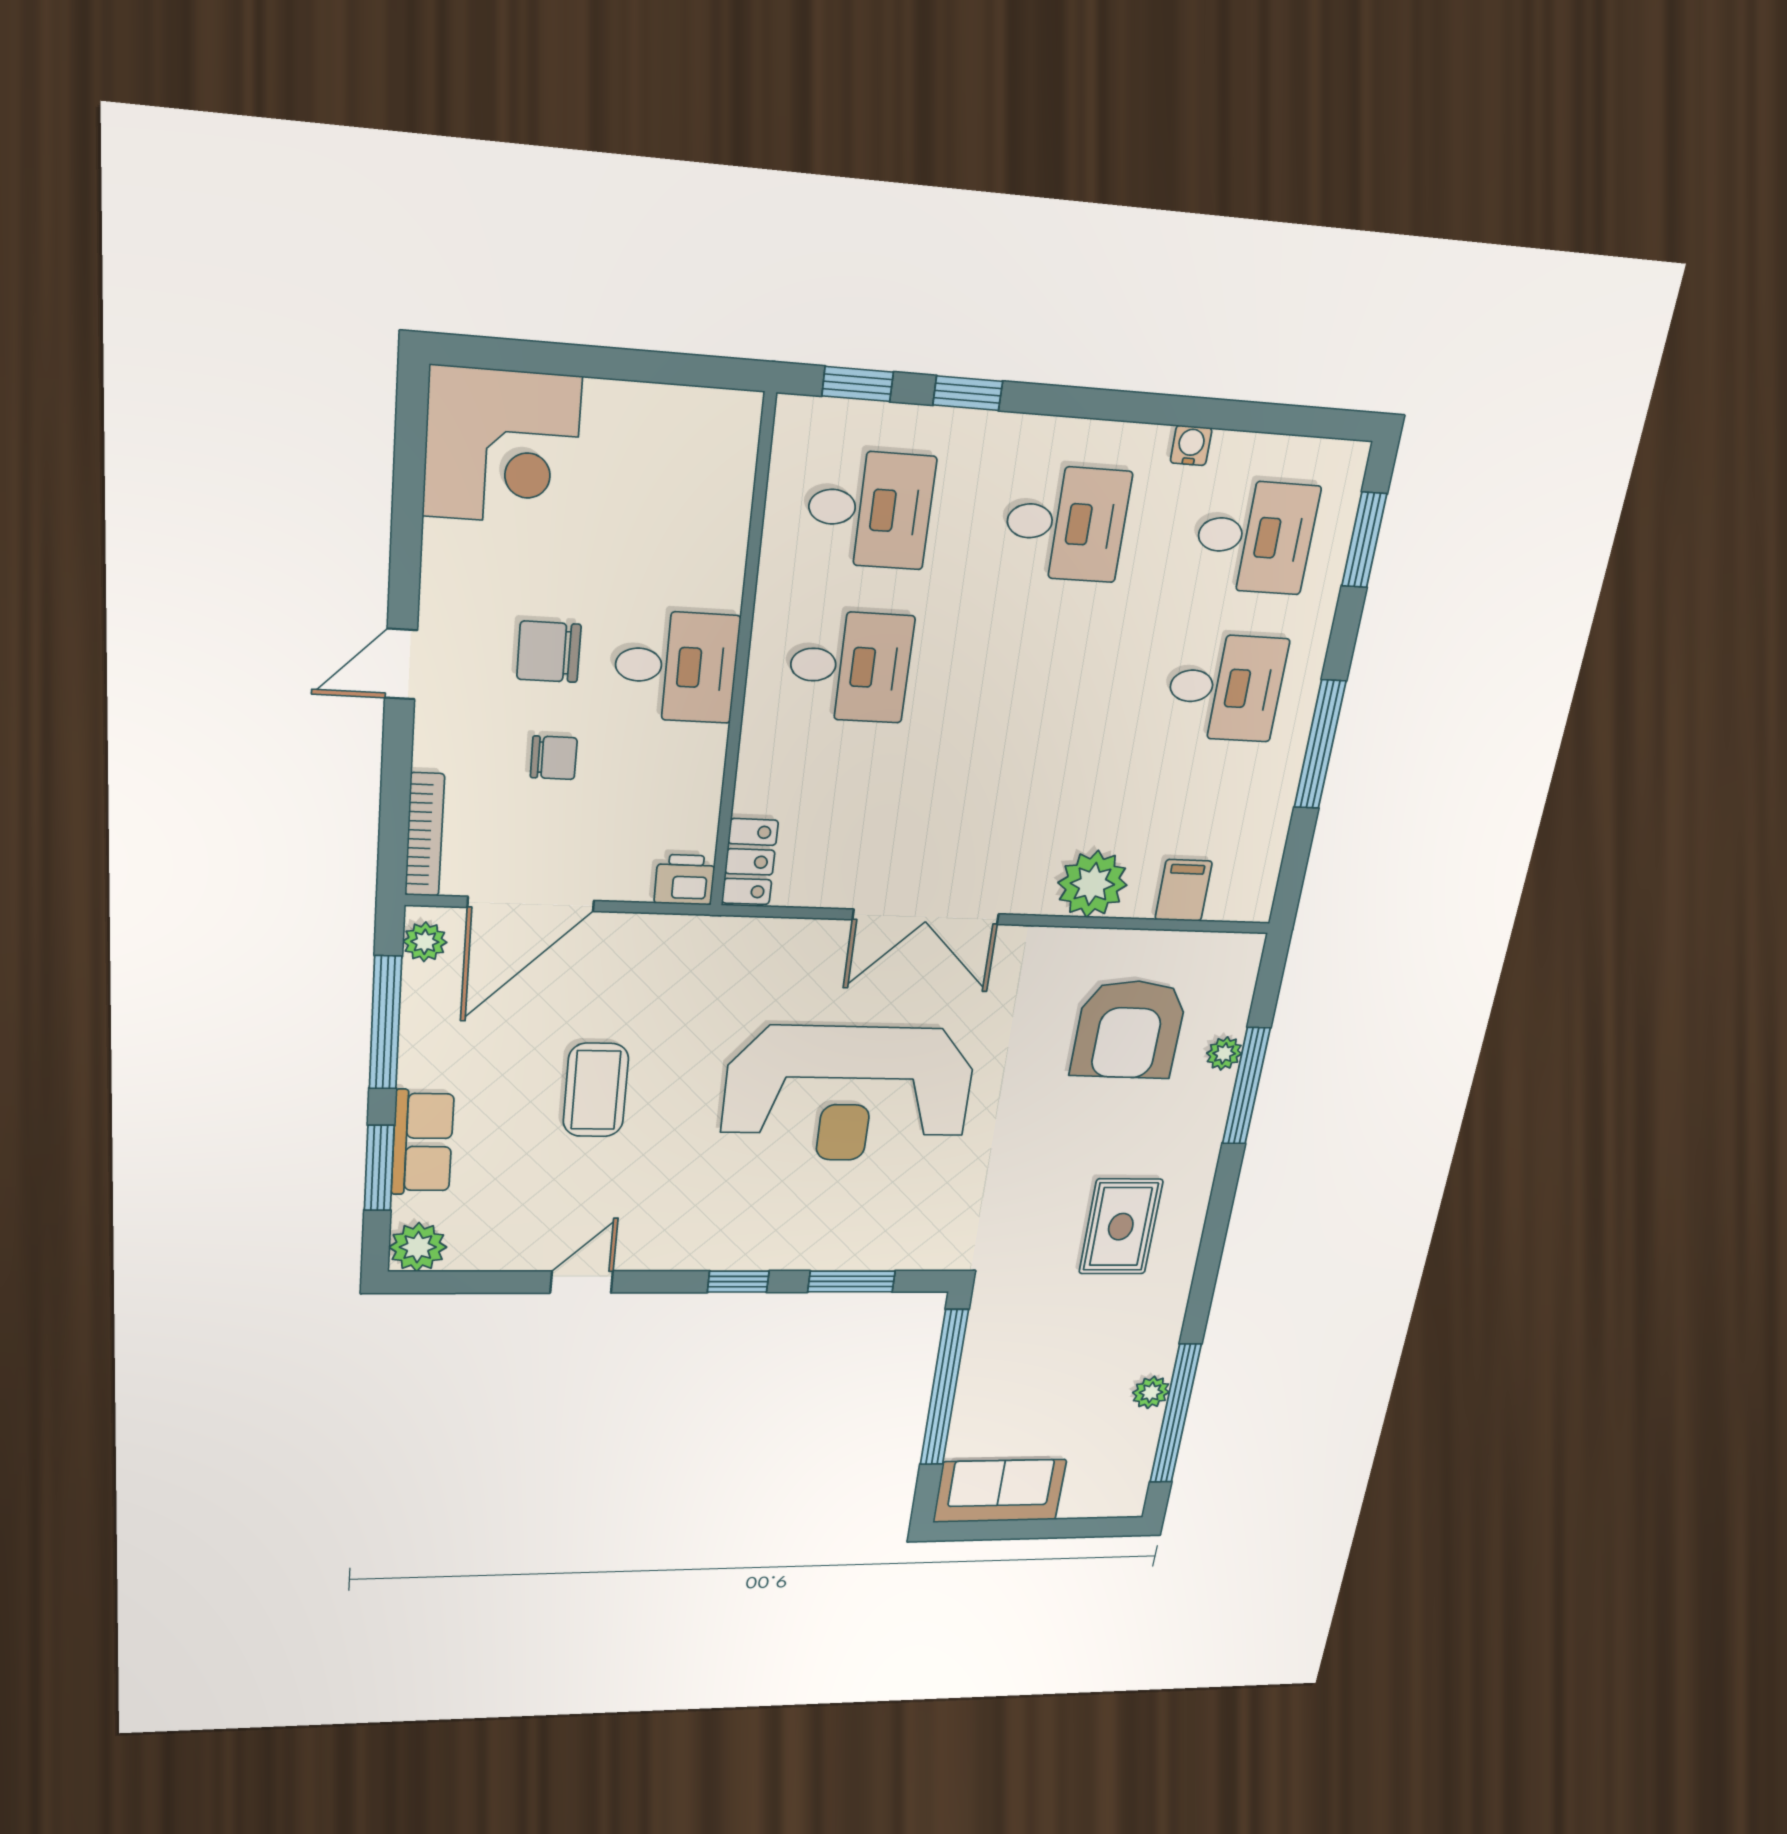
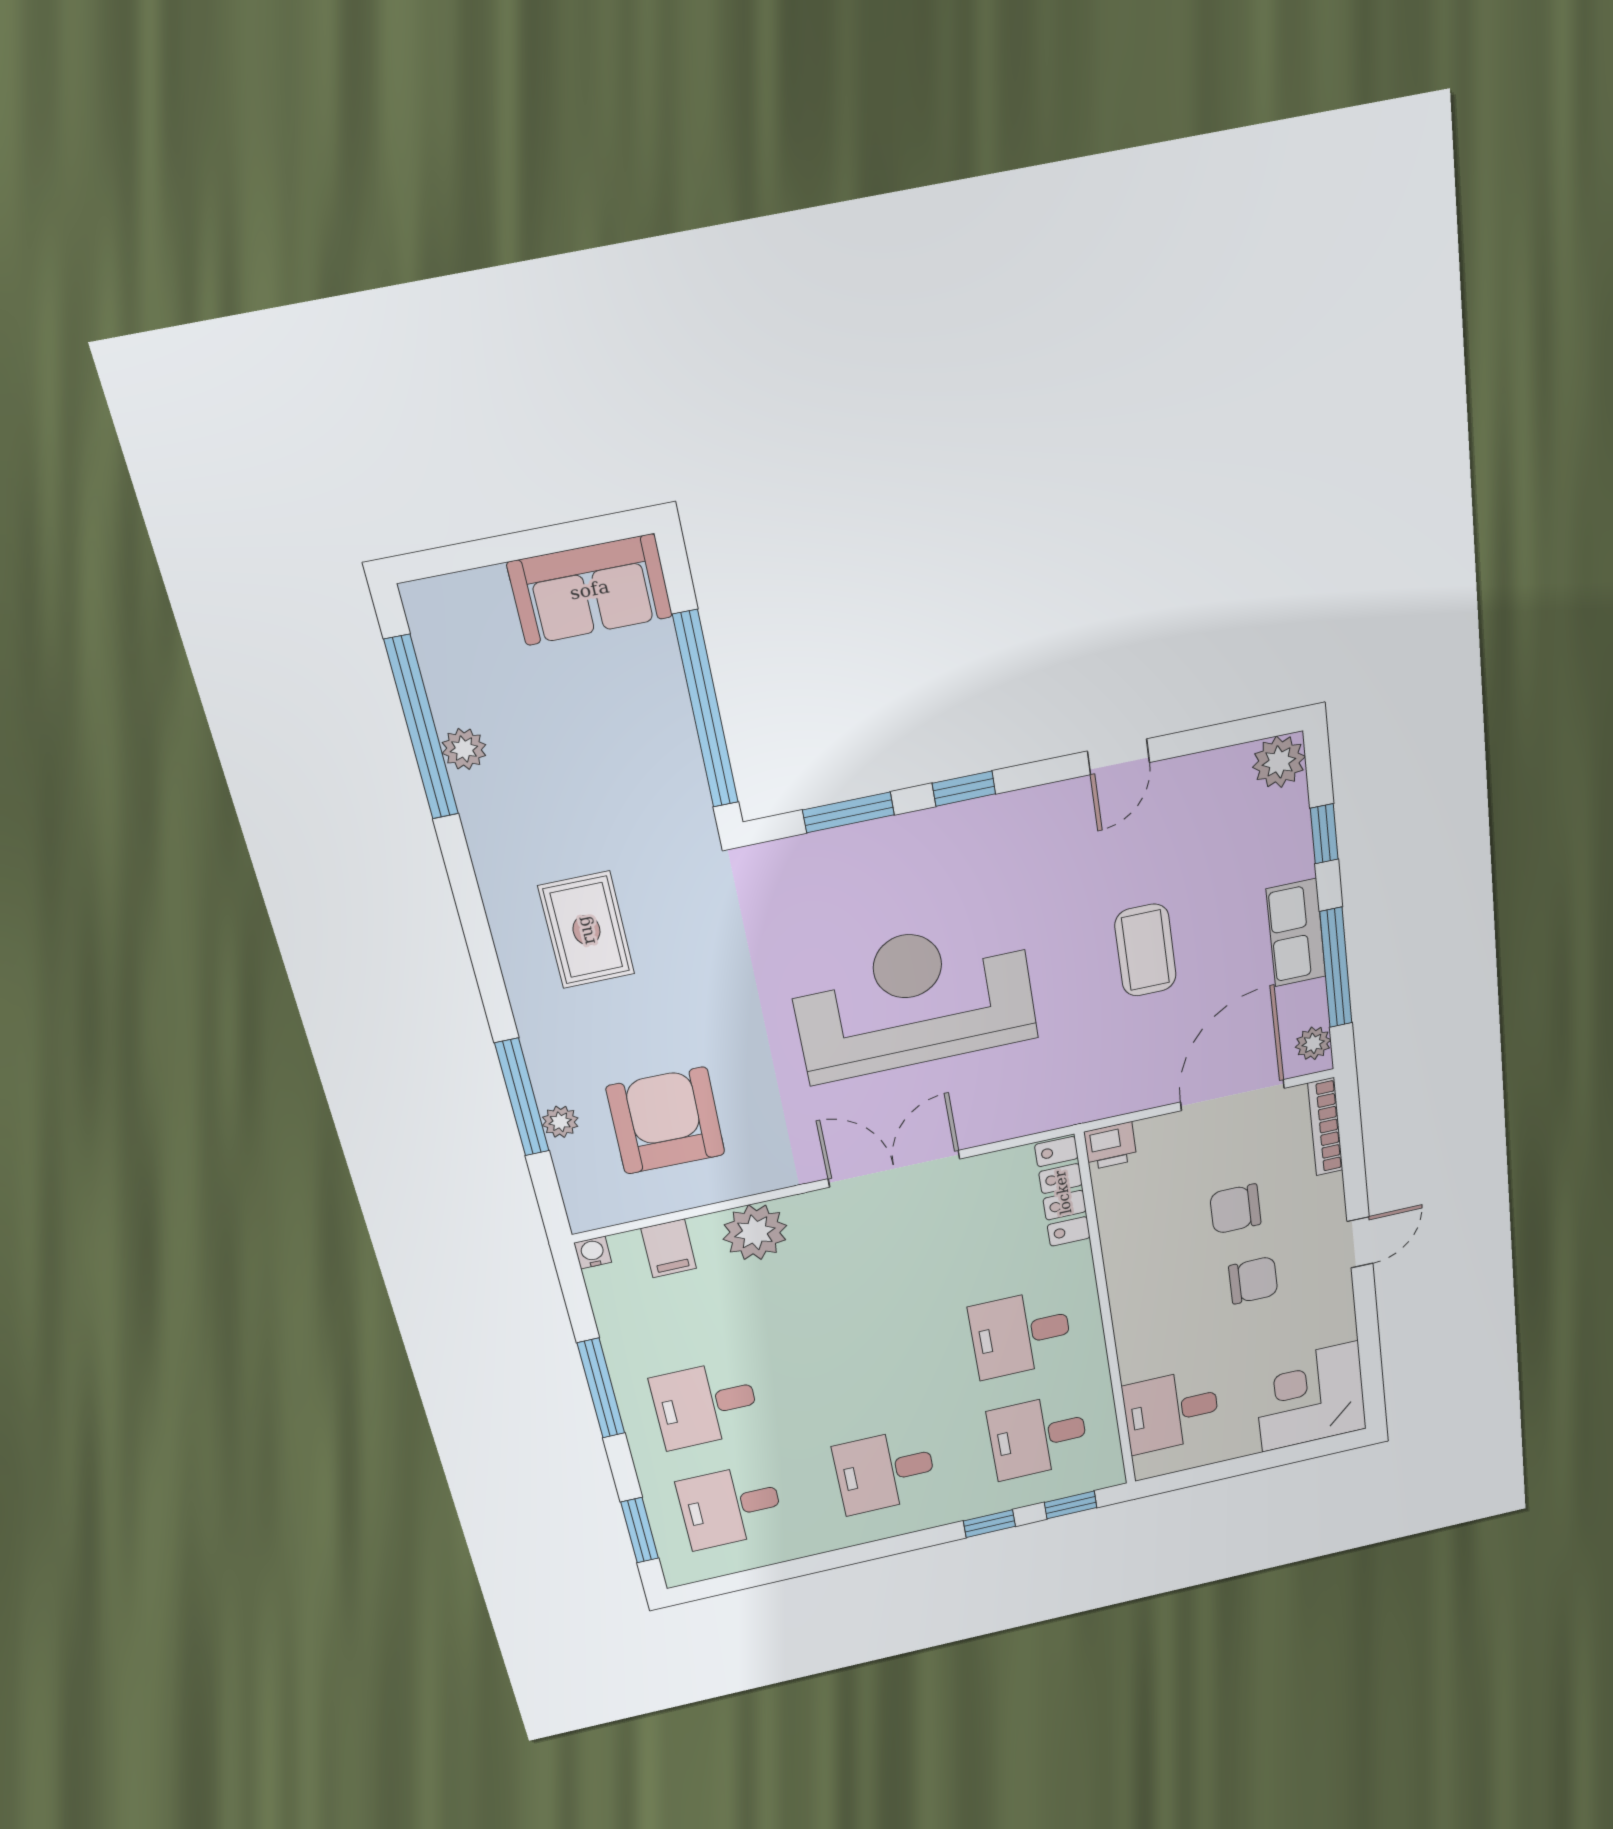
water cooler: (1191, 445) -> (593, 1253), moved, turned 180
desk: (676, 667) -> (1171, 1411), moved
chair: (554, 758) -> (1235, 1209), width x1.37, depth x1.37
locker: (750, 862) -> (1063, 1192), width x1.53
row of seats: (423, 1142) -> (1296, 933), moved
window: (379, 1168) -> (1324, 834), width x0.67

